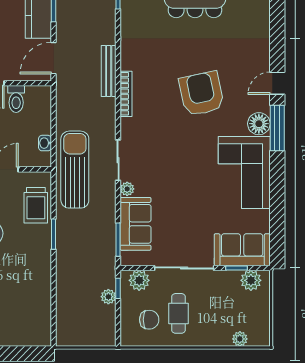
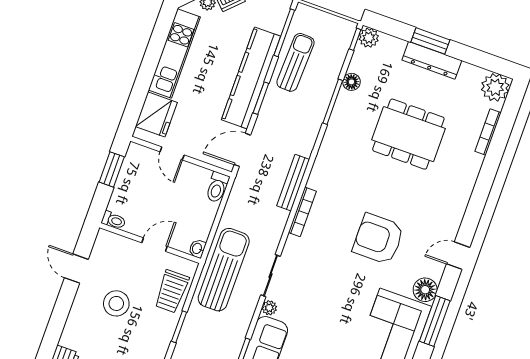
armchair: (201, 94) -> (378, 239), turned -78
toilet: (16, 99) -> (217, 187), moved
window: (277, 128) -> (435, 321), moved
washbasin: (45, 143) -> (197, 249), moved

